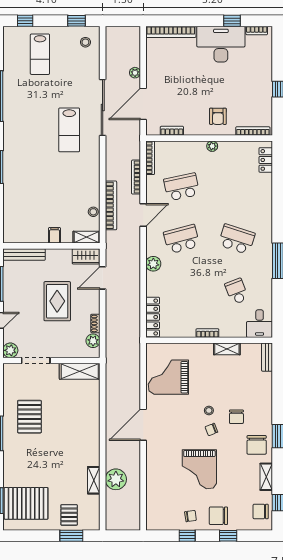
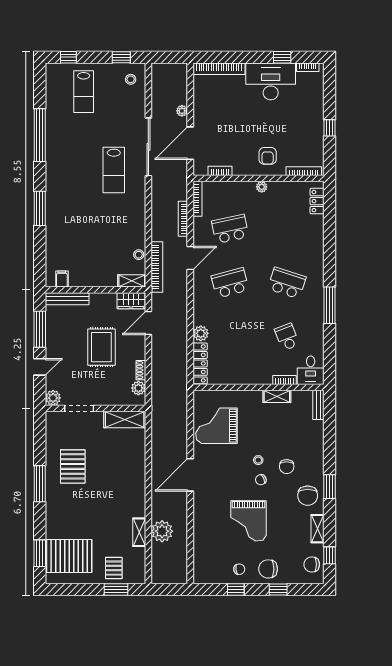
bookcase: (111, 205) -> (157, 267), moved
filing cabinet: (54, 235) -> (62, 279), moved
plant: (153, 264) -> (201, 333), moved
bookcase: (207, 333) -> (285, 380), moved

